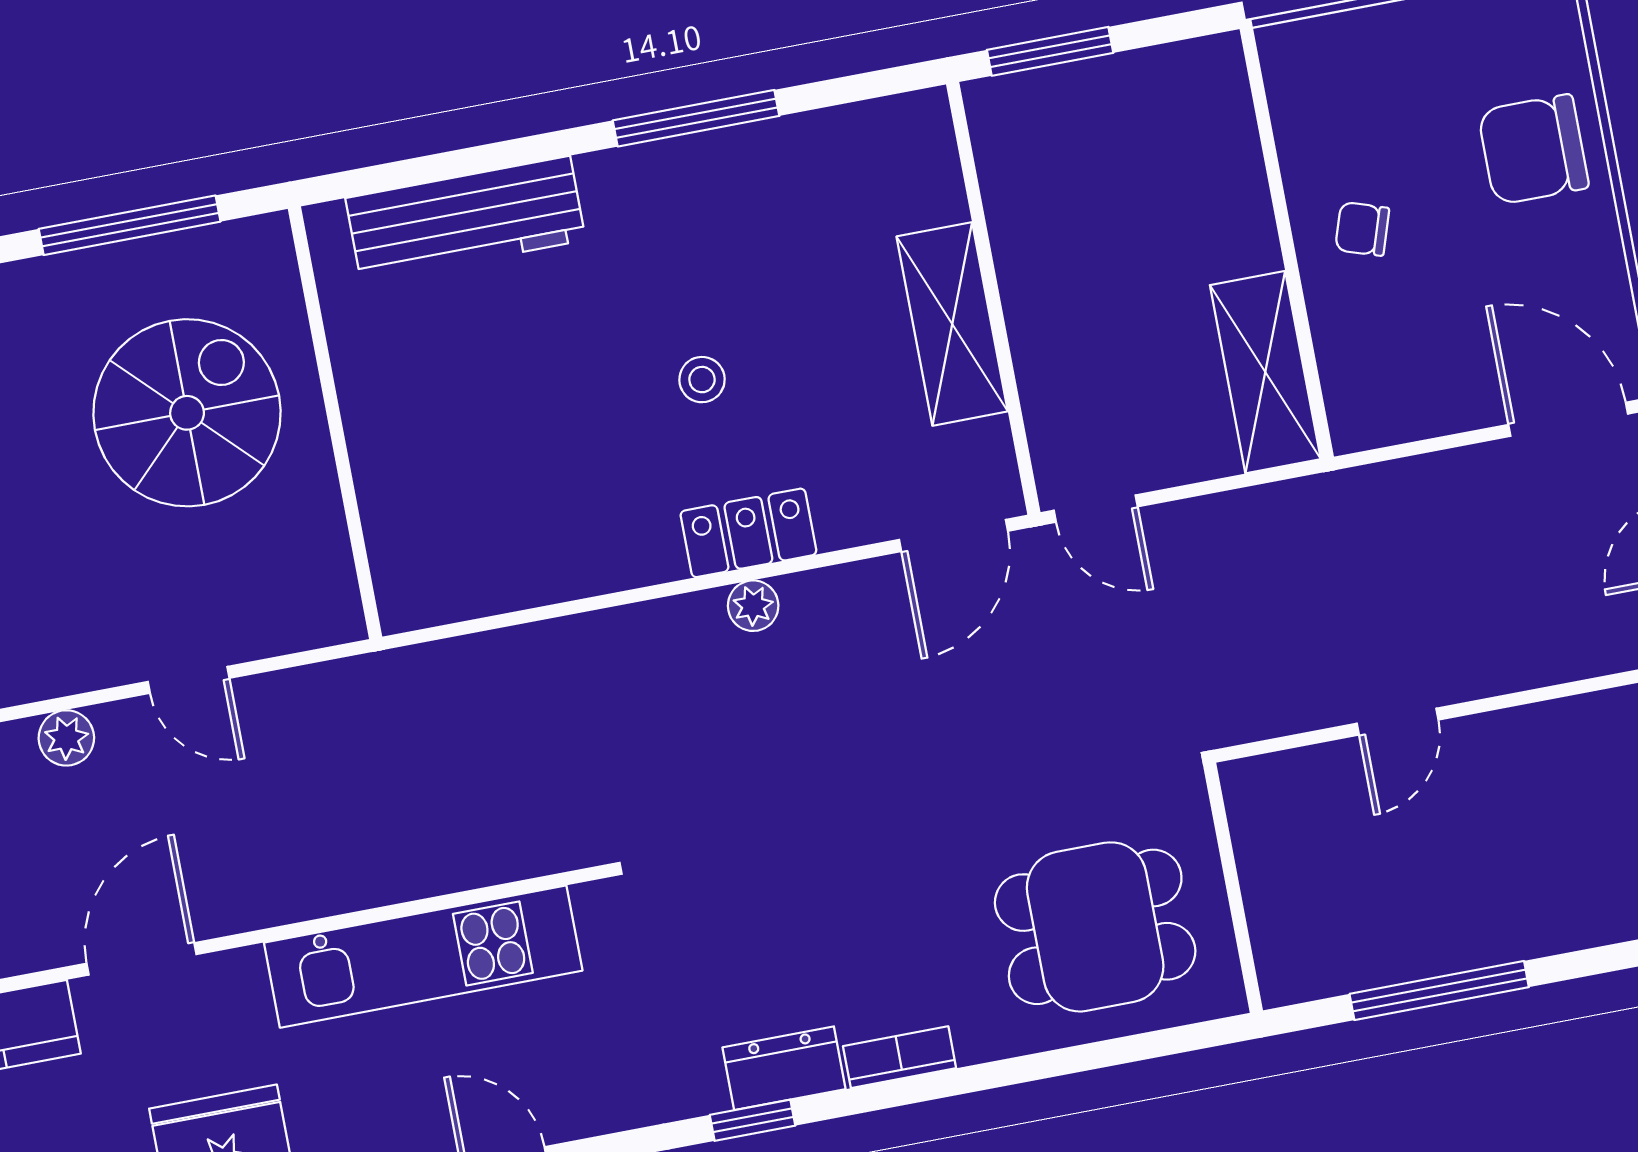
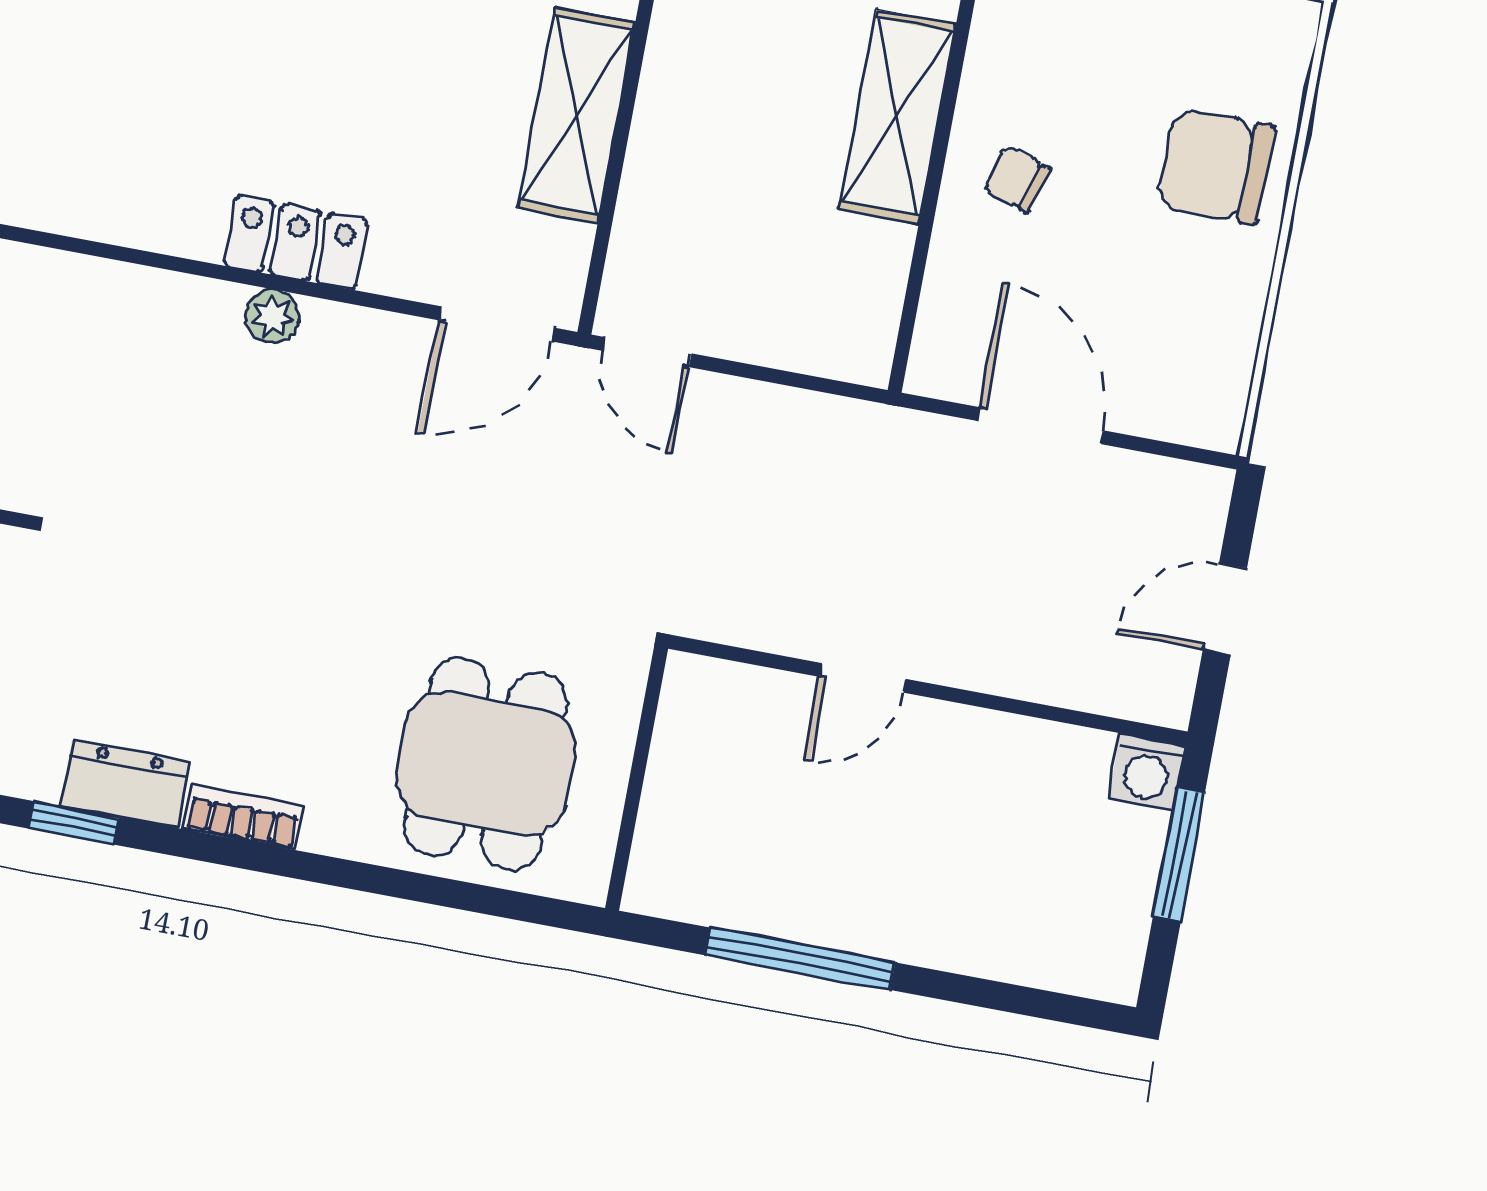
shelving: (1265, 372) -> (898, 117), moved
stool: (702, 380) -> (309, 74), removed
door: (1568, 419) -> (1040, 426), moved
dining table: (1095, 927) -> (486, 764), turned 90

